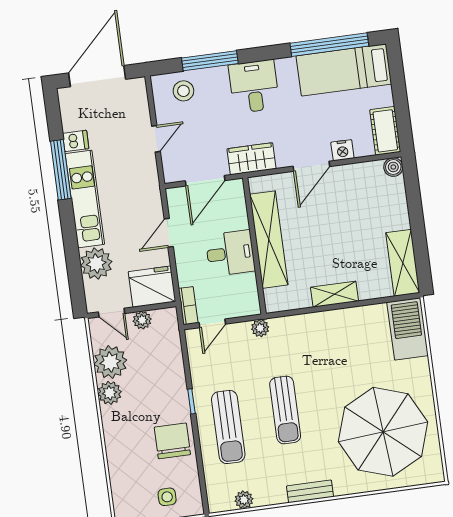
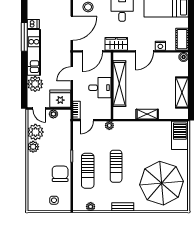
door: (156, 139) -> (72, 28), width x1.88
shelving: (403, 263) -> (182, 92), moved

